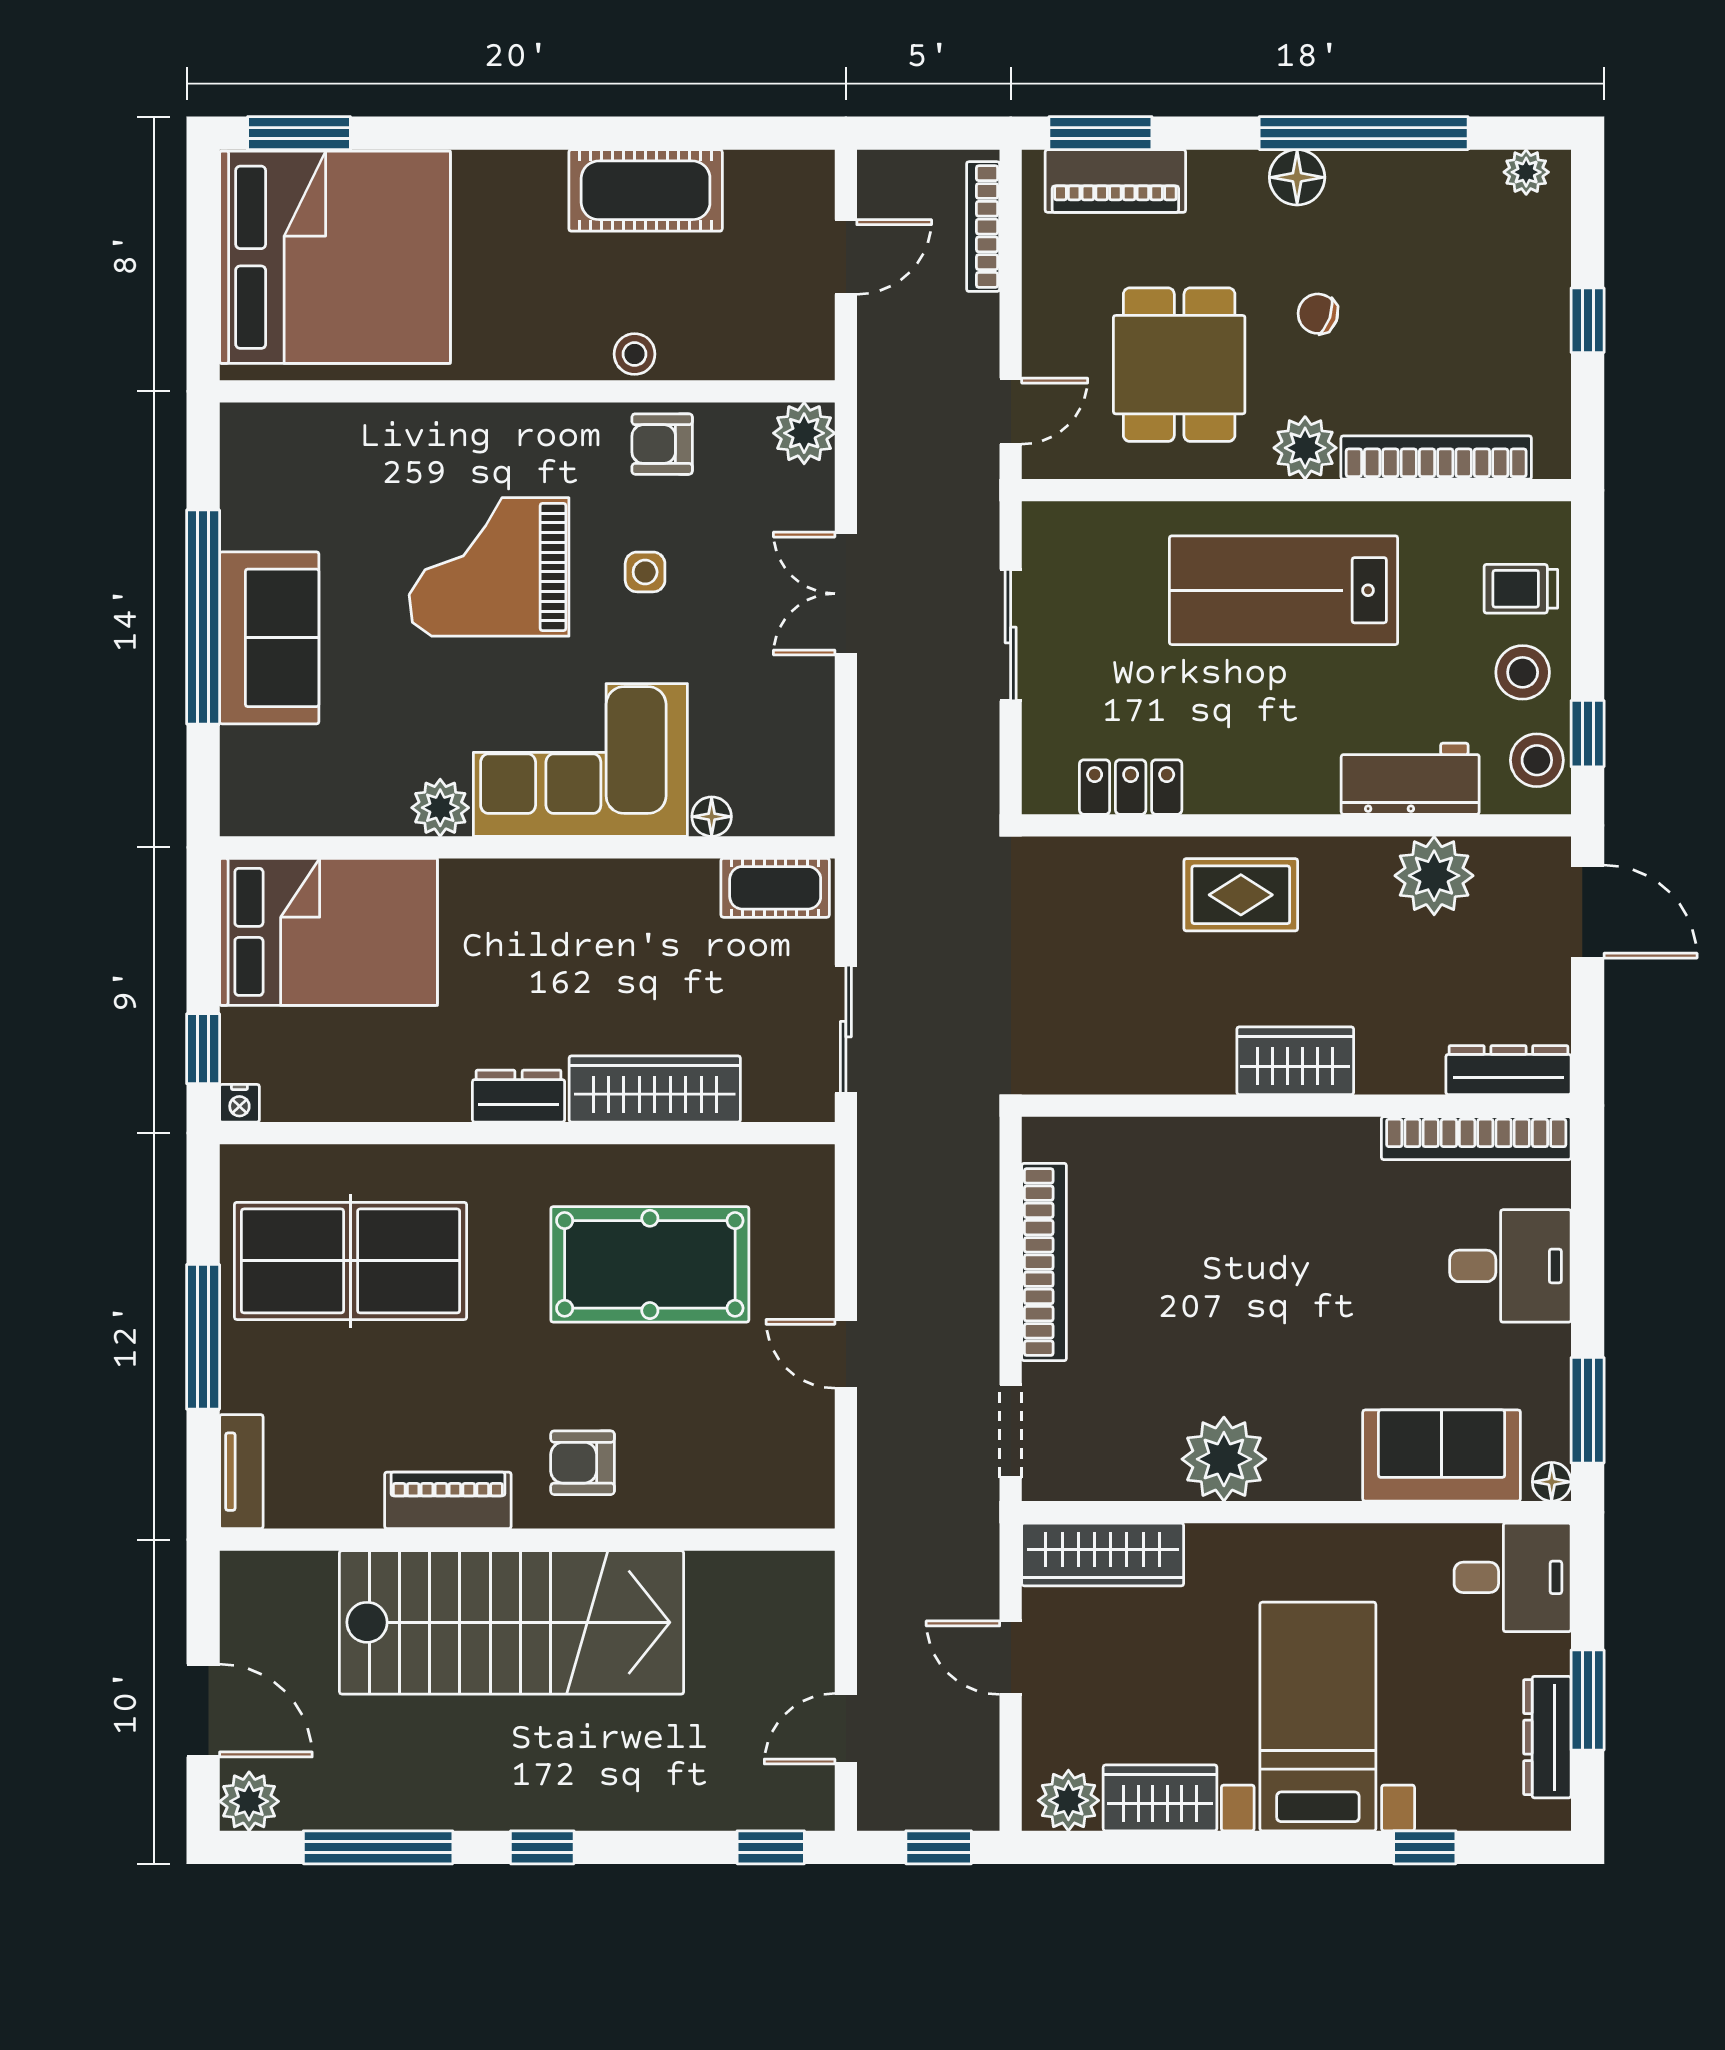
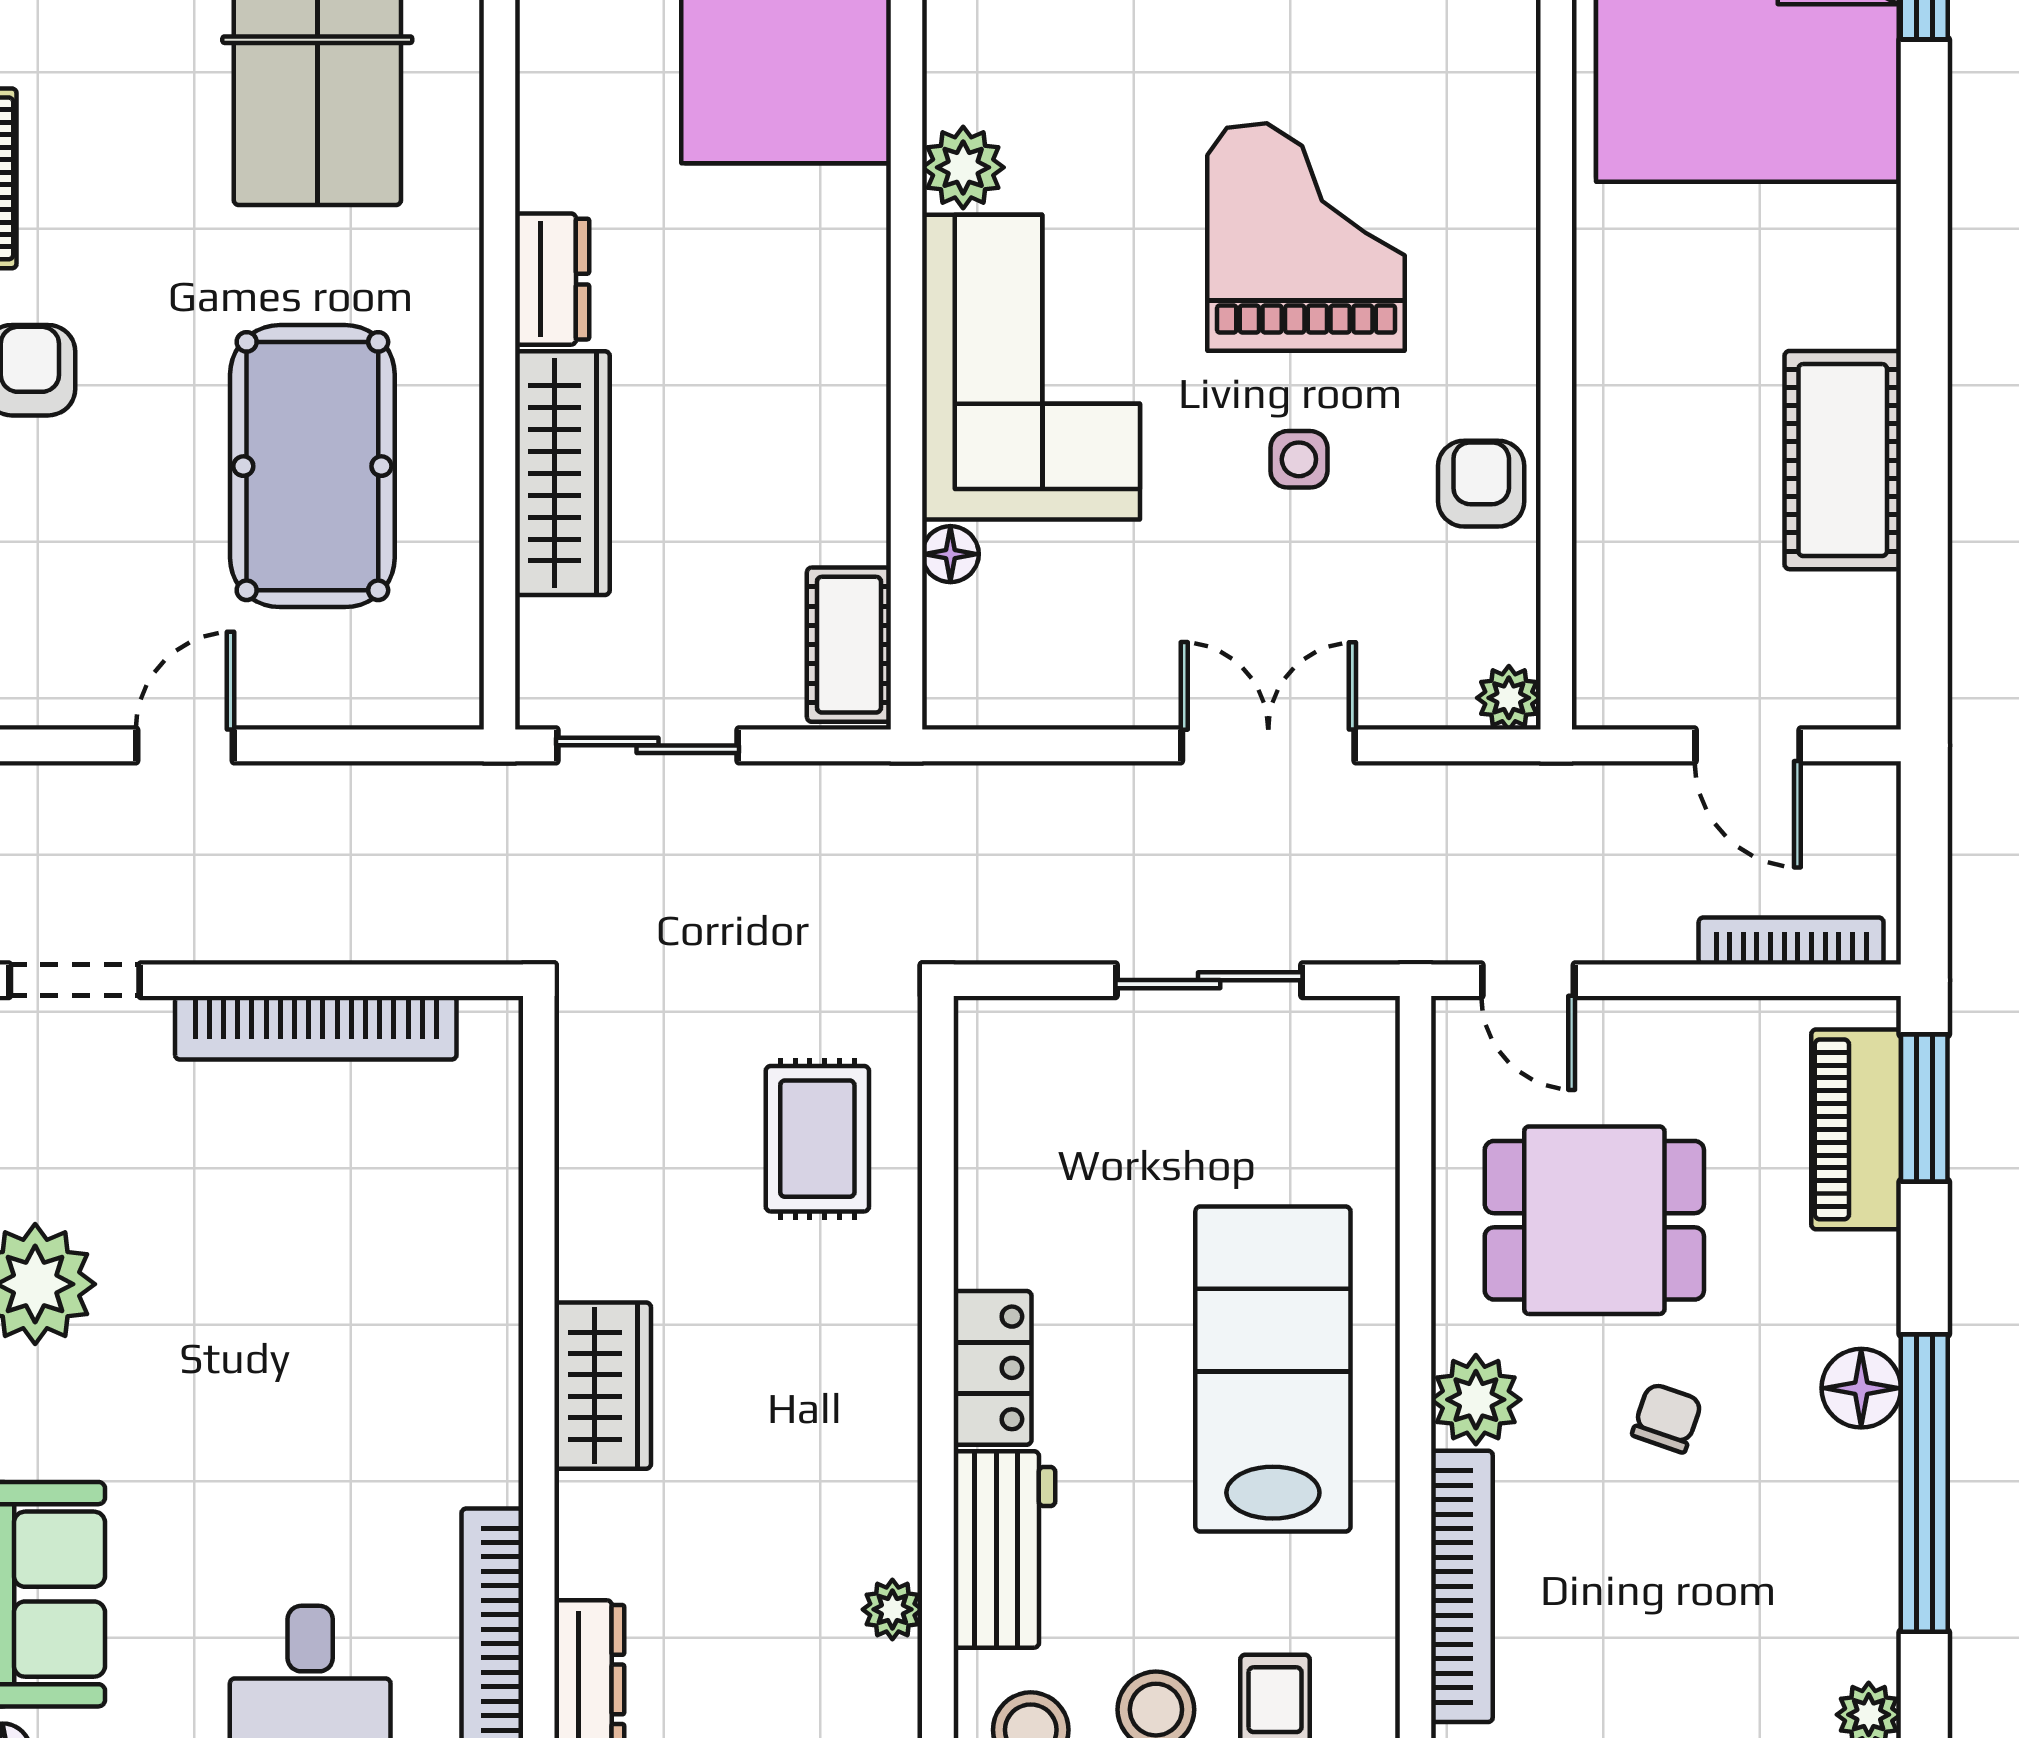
stool: (635, 354) -> (1609, 444), removed
plant: (804, 433) -> (1509, 698), width x0.73, depth x0.73
locker: (1131, 787) -> (992, 1368), moved
plant: (1434, 876) -> (892, 1609), width x0.53, depth x0.53
rug: (1241, 895) -> (817, 1139), moved

